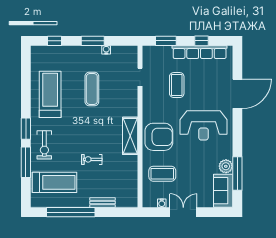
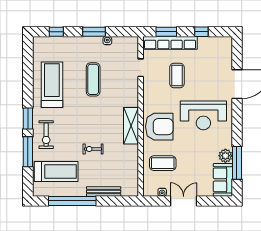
row of seats: (200, 52) -> (170, 43), moved
bench: (102, 202) -> (104, 192), width x1.36

